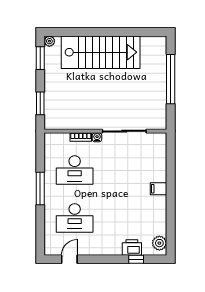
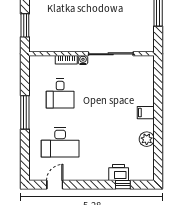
desk: (75, 170) -> (60, 94), width x0.73
plant: (159, 243) -> (147, 139), moved

